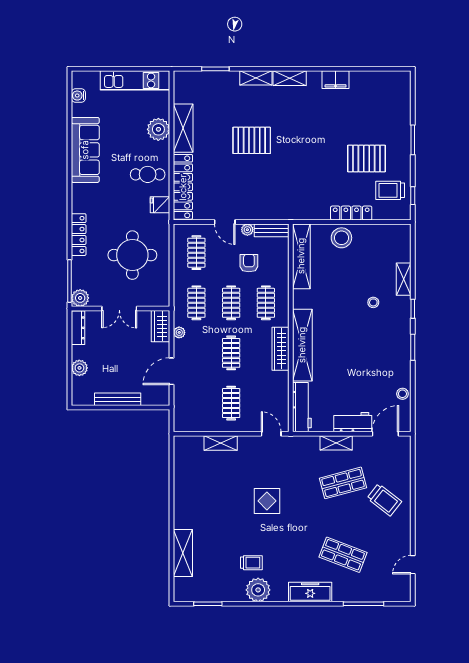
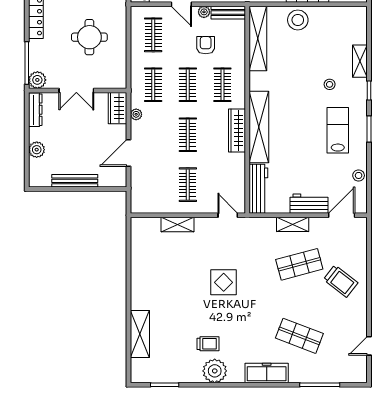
round table: (132, 255) -> (89, 37), width x0.73, depth x0.73
lab bench: (382, 348) -> (338, 130), added

